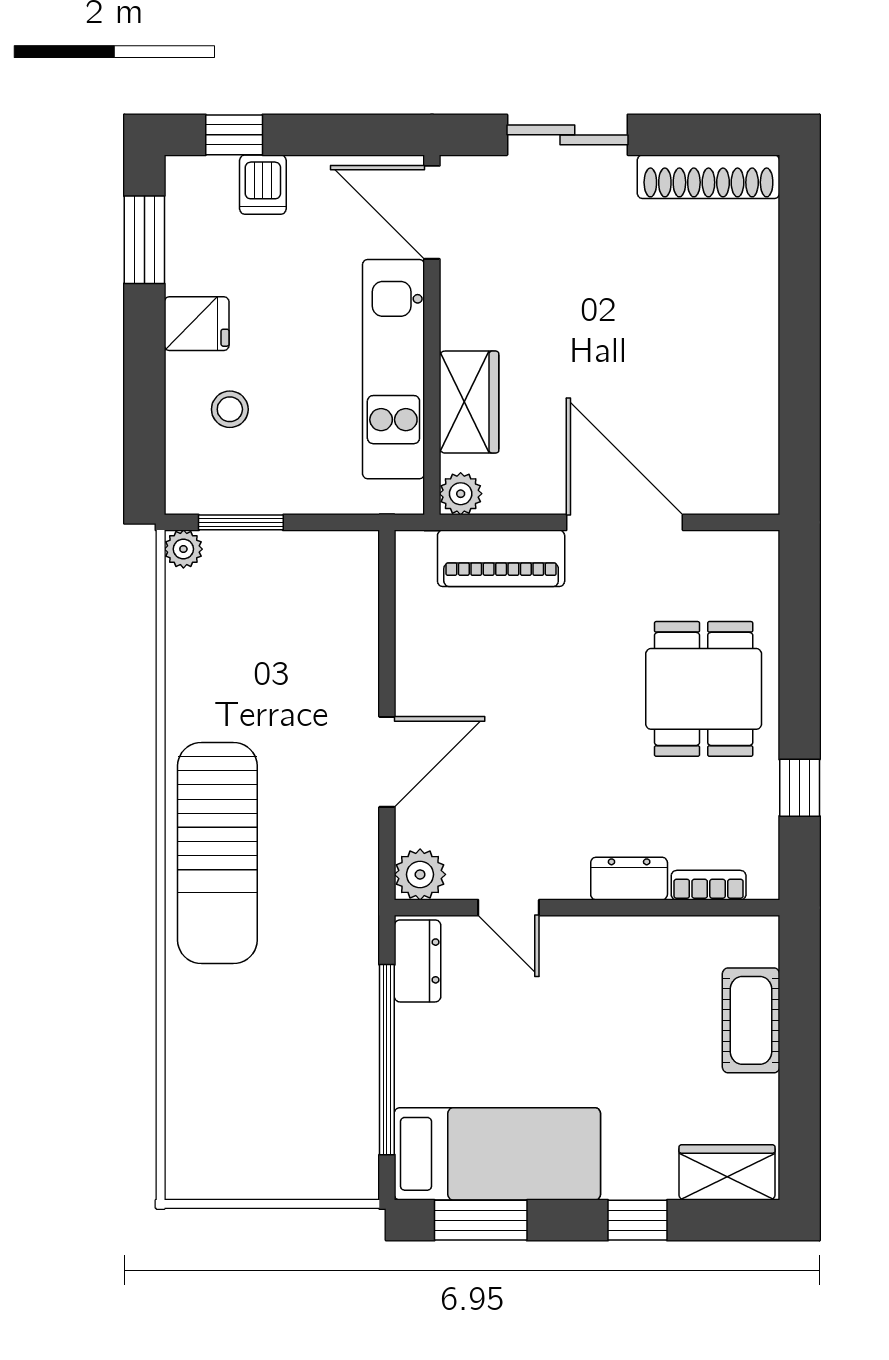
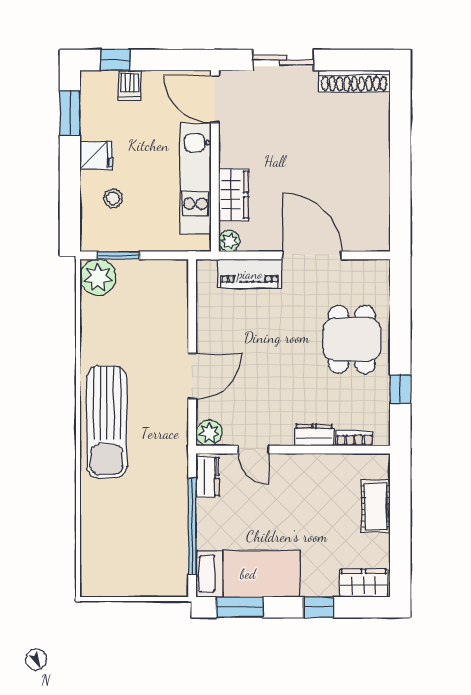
plant: (183, 549) -> (98, 277), width x1.88, depth x1.88

